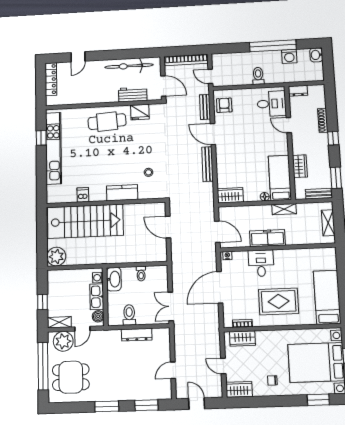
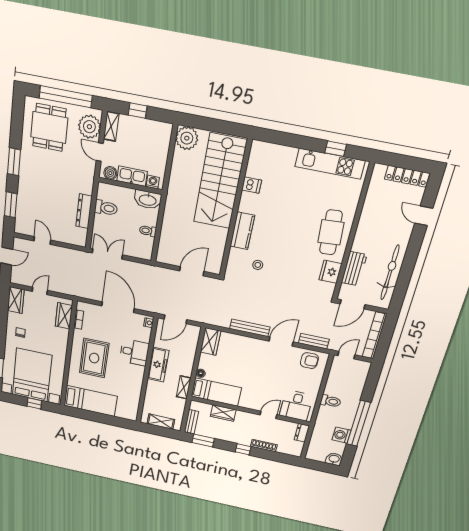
kitchen unit: (53, 148) -> (330, 164), width x0.73

